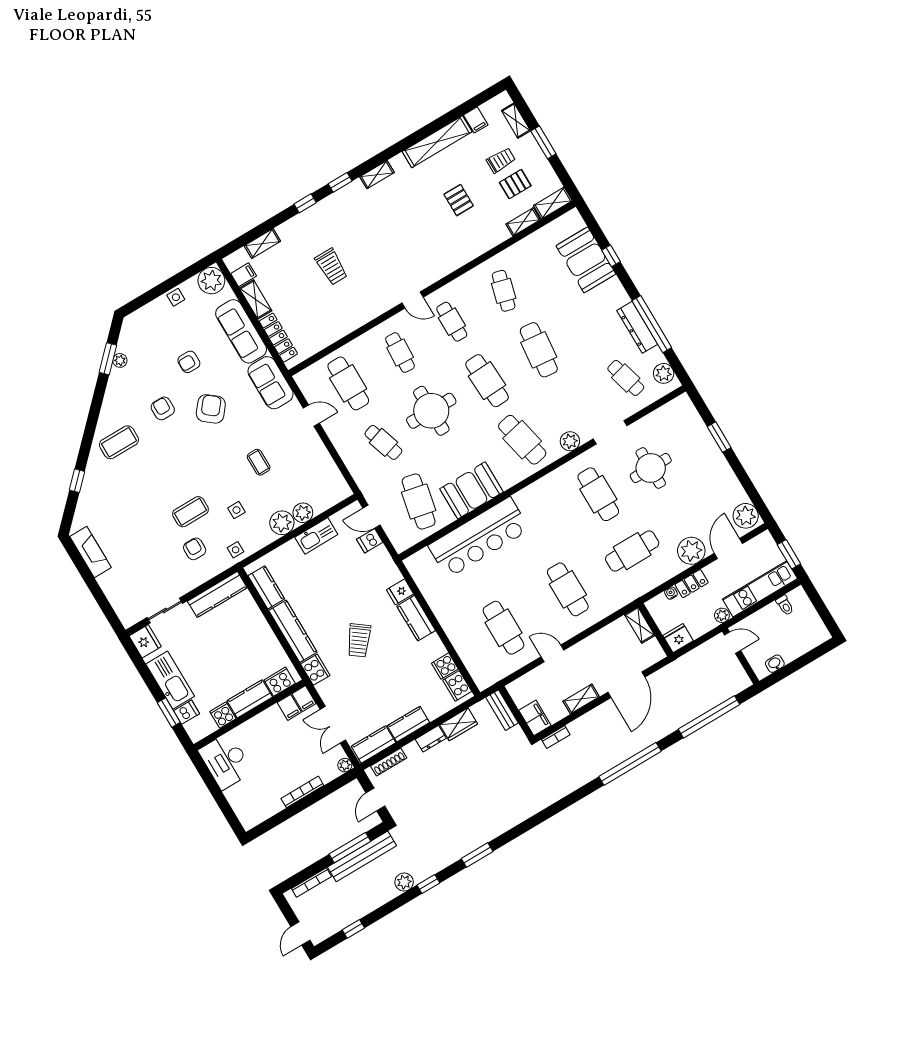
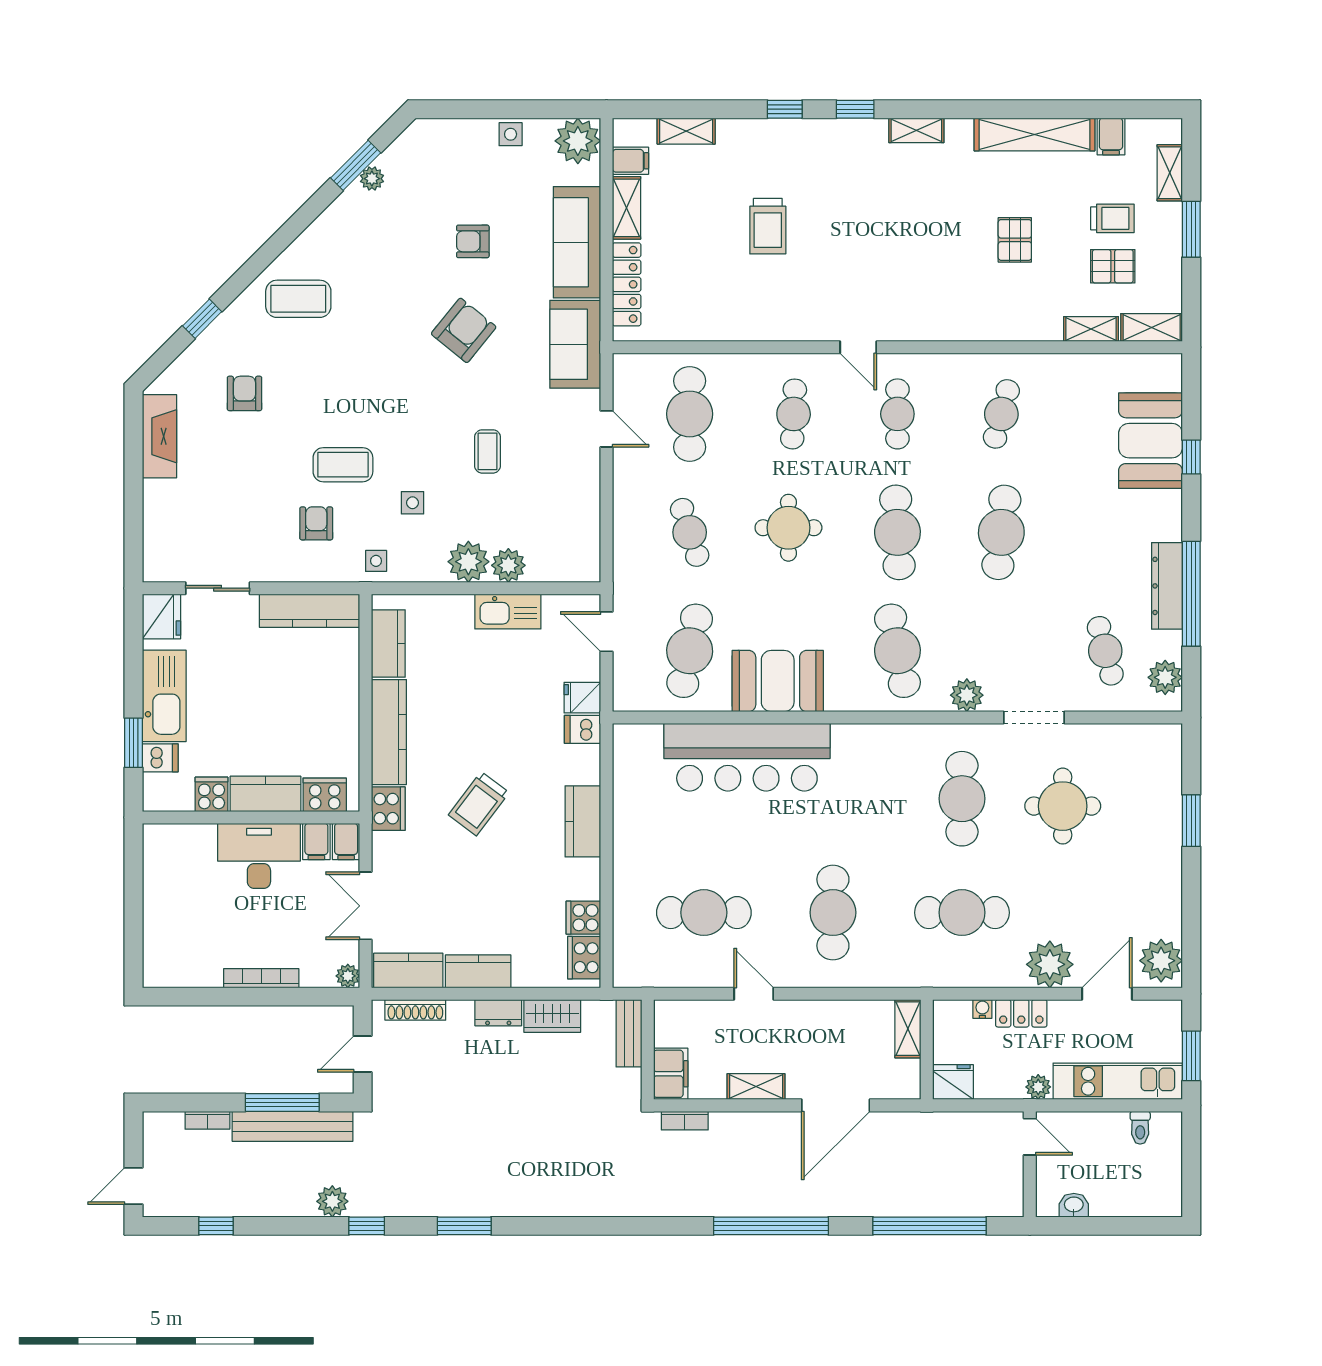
armchair: (163, 408) -> (244, 393), moved
round table: (431, 411) -> (788, 528), width x0.73, depth x0.73
dishwasher: (370, 541) -> (583, 729), moved
fridge: (400, 592) -> (582, 698), moved
cafe table: (503, 628) -> (704, 913), turned 90
desk: (226, 761) -> (259, 856), moved, turned 90
bookcase: (311, 882) -> (207, 1120), width x0.64

